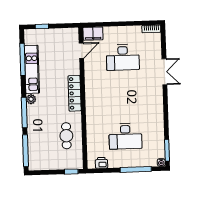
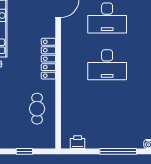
desk: (125, 136) -> (107, 65), moved
window: (71, 172) -> (24, 151), moved

